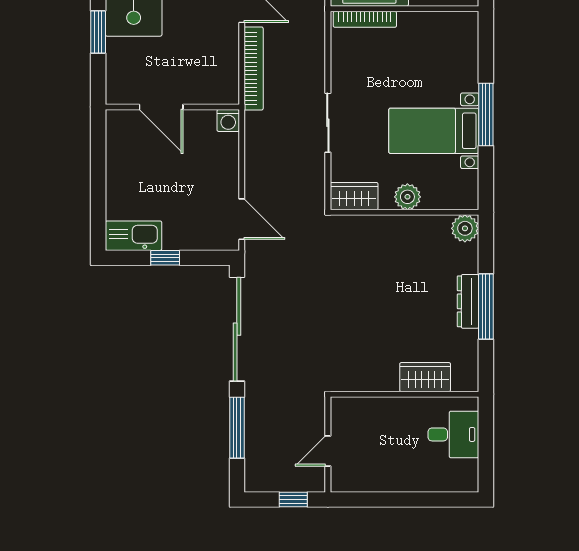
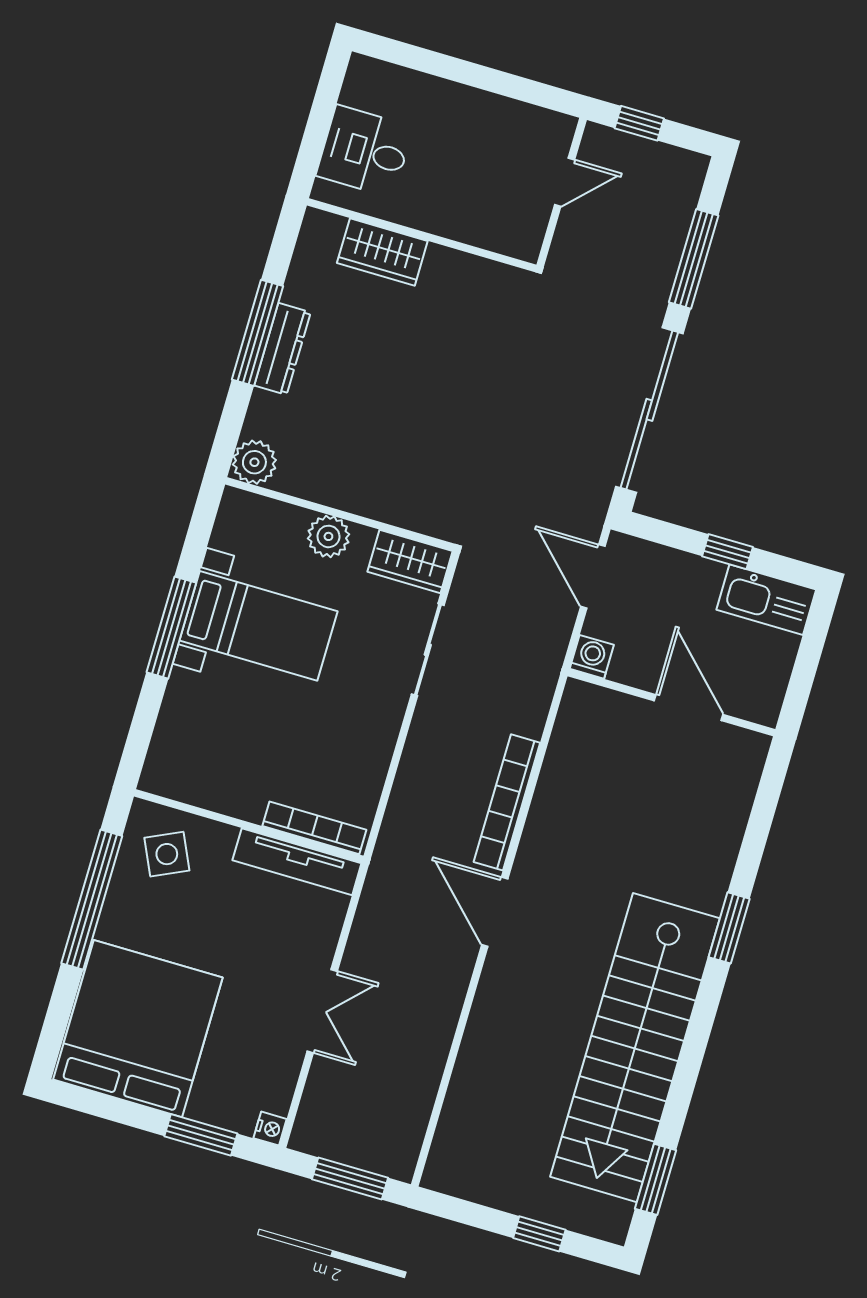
door: (161, 107) -> (689, 708), moved
wall: (172, 107) -> (671, 703), moved
washing machine: (228, 120) -> (592, 657), moved
sliding door: (328, 123) -> (428, 650), moved

